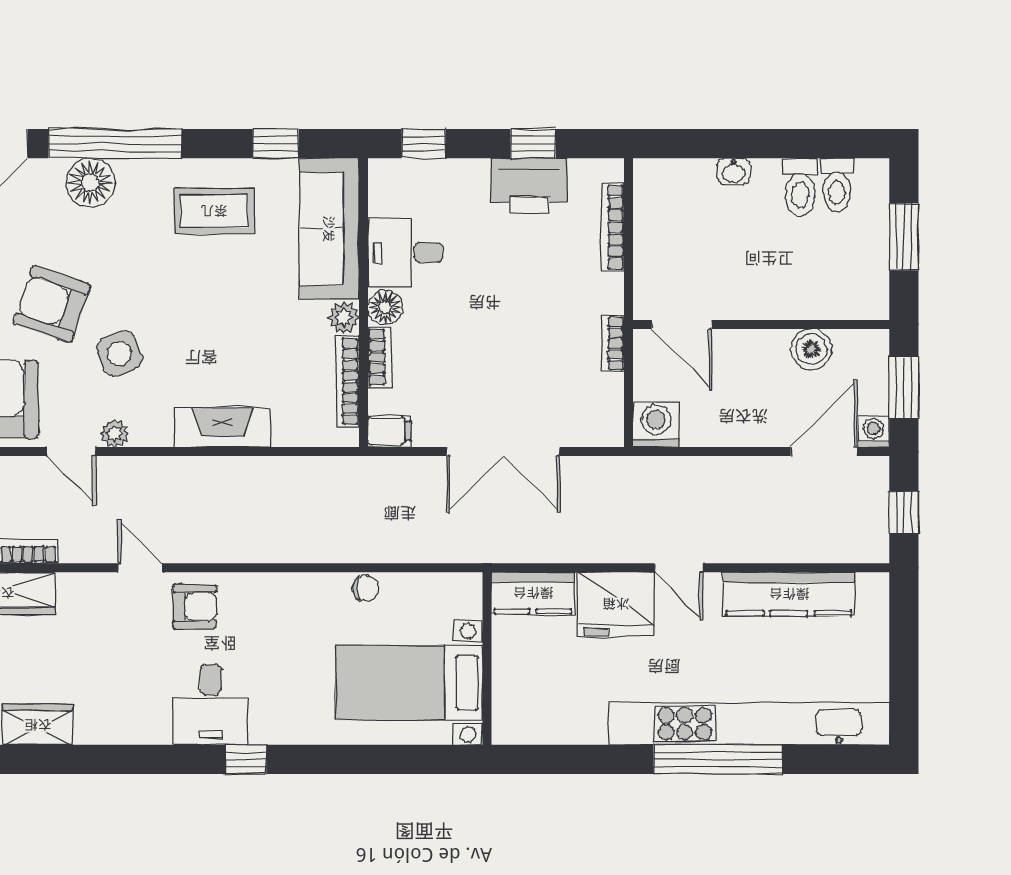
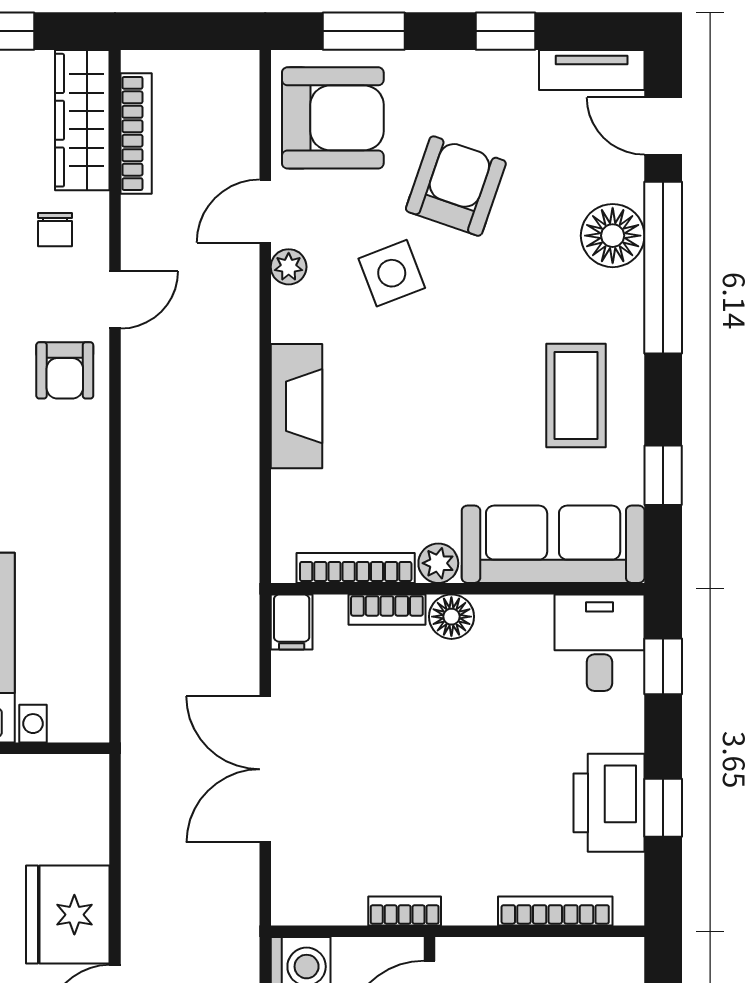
desk: (405, 252) -> (599, 643), moved
chair: (366, 588) -> (55, 230), moved
kitchen counter: (533, 593) -> (82, 808), removed

